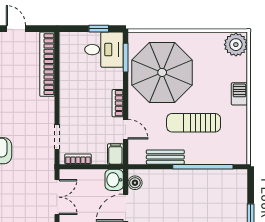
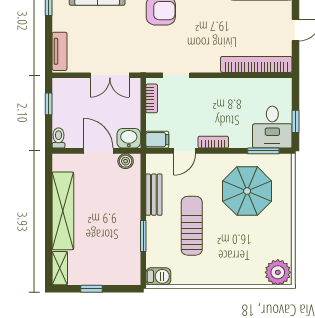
parasol: (162, 72) -> (247, 191), width x0.73, depth x0.73
barbecue: (239, 94) -> (158, 276), moved
window: (203, 167) -> (143, 236), width x0.47

